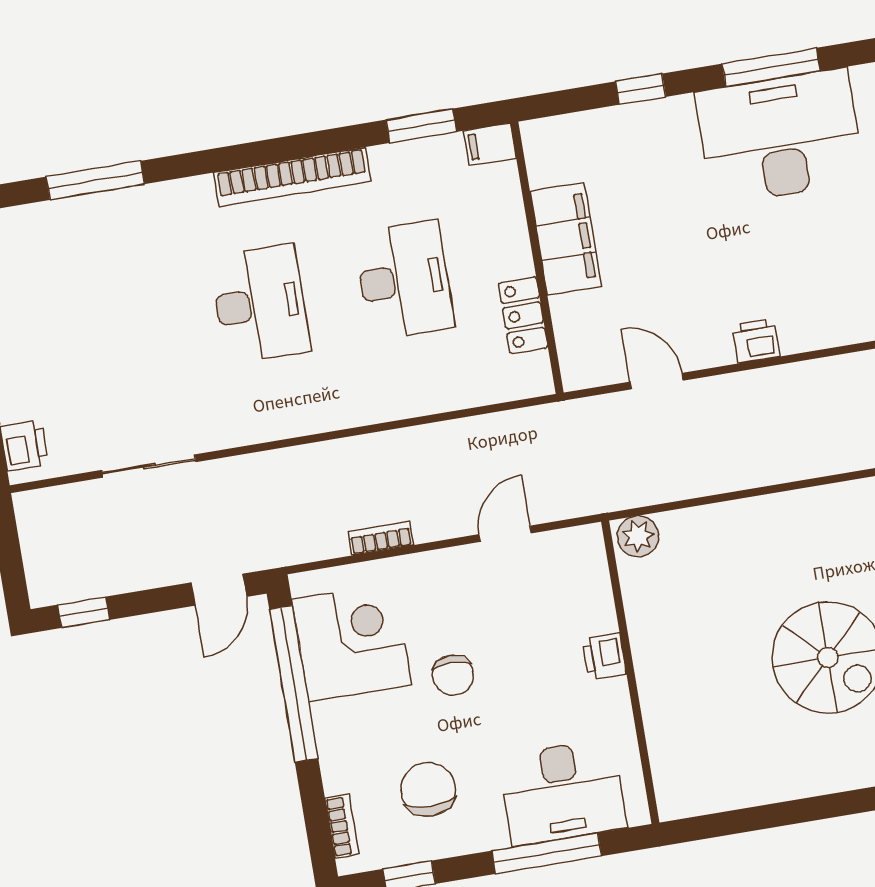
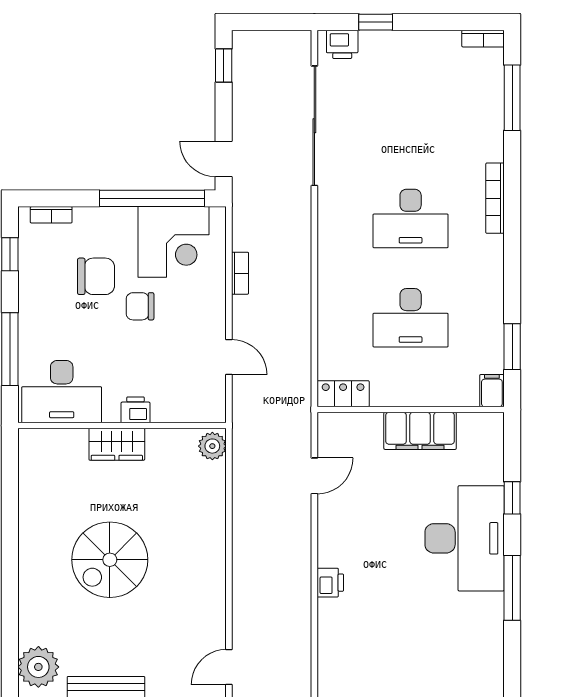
desk: (780, 137) -> (465, 538), moved
bookcase: (292, 177) -> (495, 198), moved, width x0.68, depth x0.76
window: (95, 180) -> (512, 98), moved
locker: (523, 315) -> (343, 394), moved
printer: (756, 341) -> (330, 583), moved
sliding door: (149, 466) -> (314, 126), width x1.86
wardrobe: (659, 675) -> (117, 444), added
chair: (428, 789) -> (96, 276), moved
desk: (563, 792) -> (62, 392), moved, turned -90

